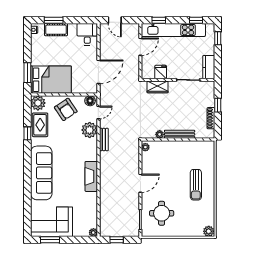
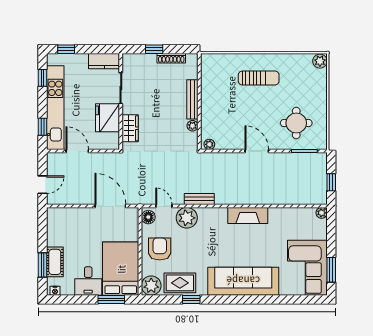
desk: (87, 34) -> (88, 281), moved, turned -90
fridge: (161, 72) -> (108, 118), width x1.88, depth x1.34
armchair: (66, 109) -> (160, 249), turned -56

